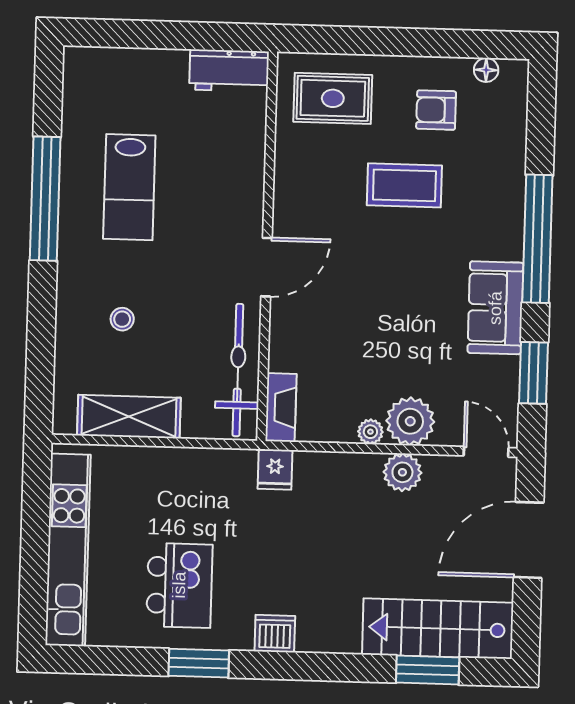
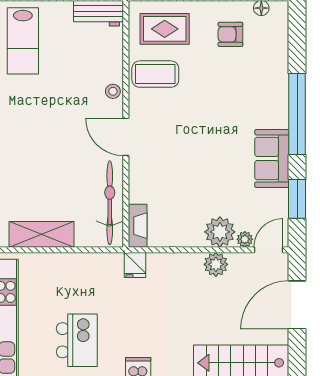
coffee table: (404, 185) -> (155, 74), moved
lab bench: (129, 187) -> (23, 41), moved
door: (266, 267) -> (126, 137), swing flipped
stool: (122, 319) -> (113, 91), moved
plant: (370, 432) -> (245, 239), moved
door: (486, 452) -> (268, 250), hinge flipped

